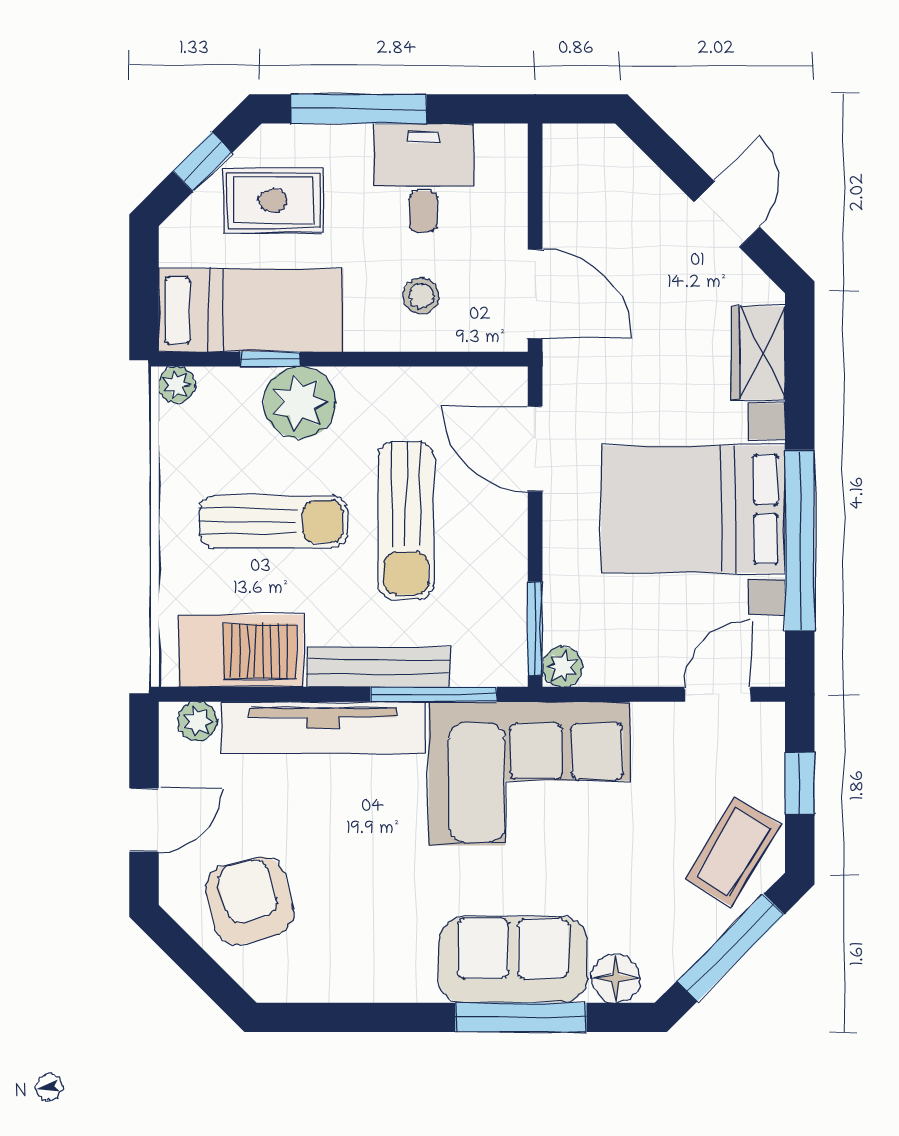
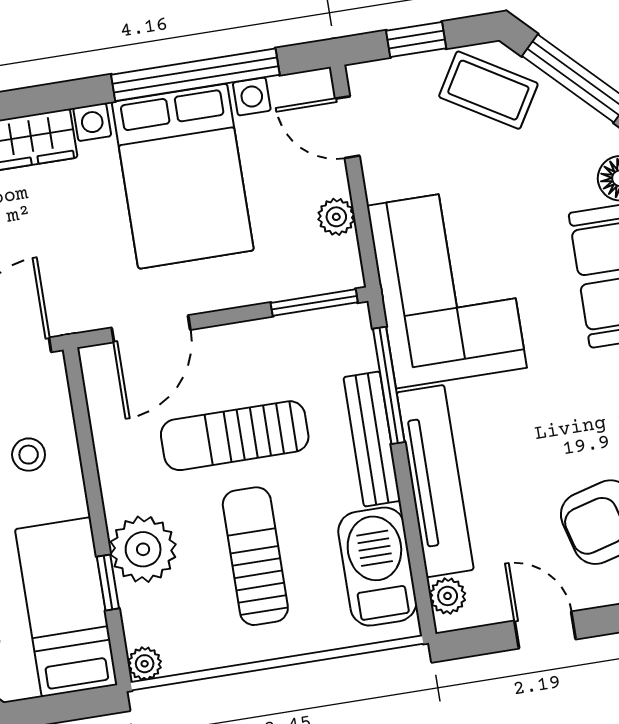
sun lounger: (406, 520) -> (235, 436), turned 180
plant: (562, 667) -> (336, 217), moved

